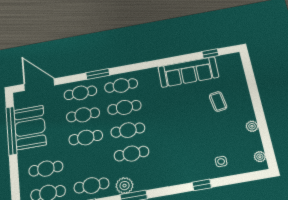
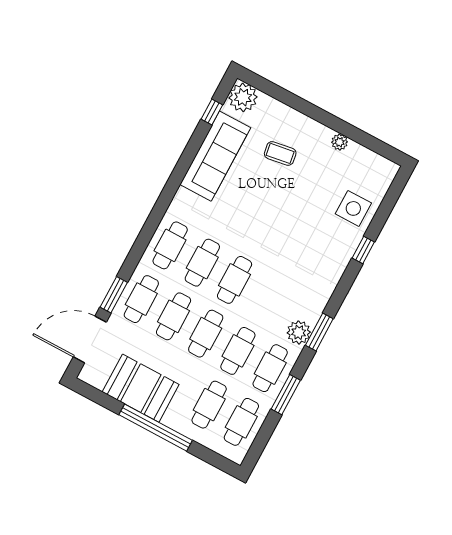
window: (98, 74) -> (114, 295), moved
window: (11, 131) -> (156, 428), moved
cafe table: (131, 154) -> (238, 351), moved
plant: (260, 157) -> (243, 97), moved, width x1.87, depth x1.87
side table: (221, 161) -> (353, 208), width x1.87, depth x1.87

